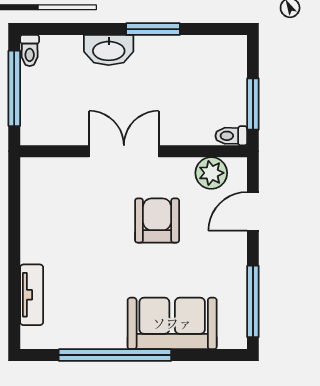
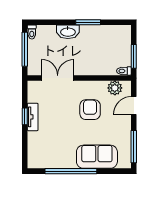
double door: (124, 151) -> (58, 78), moved
window: (14, 235) -> (25, 116), added
tv unit: (32, 295) -> (33, 117), moved

